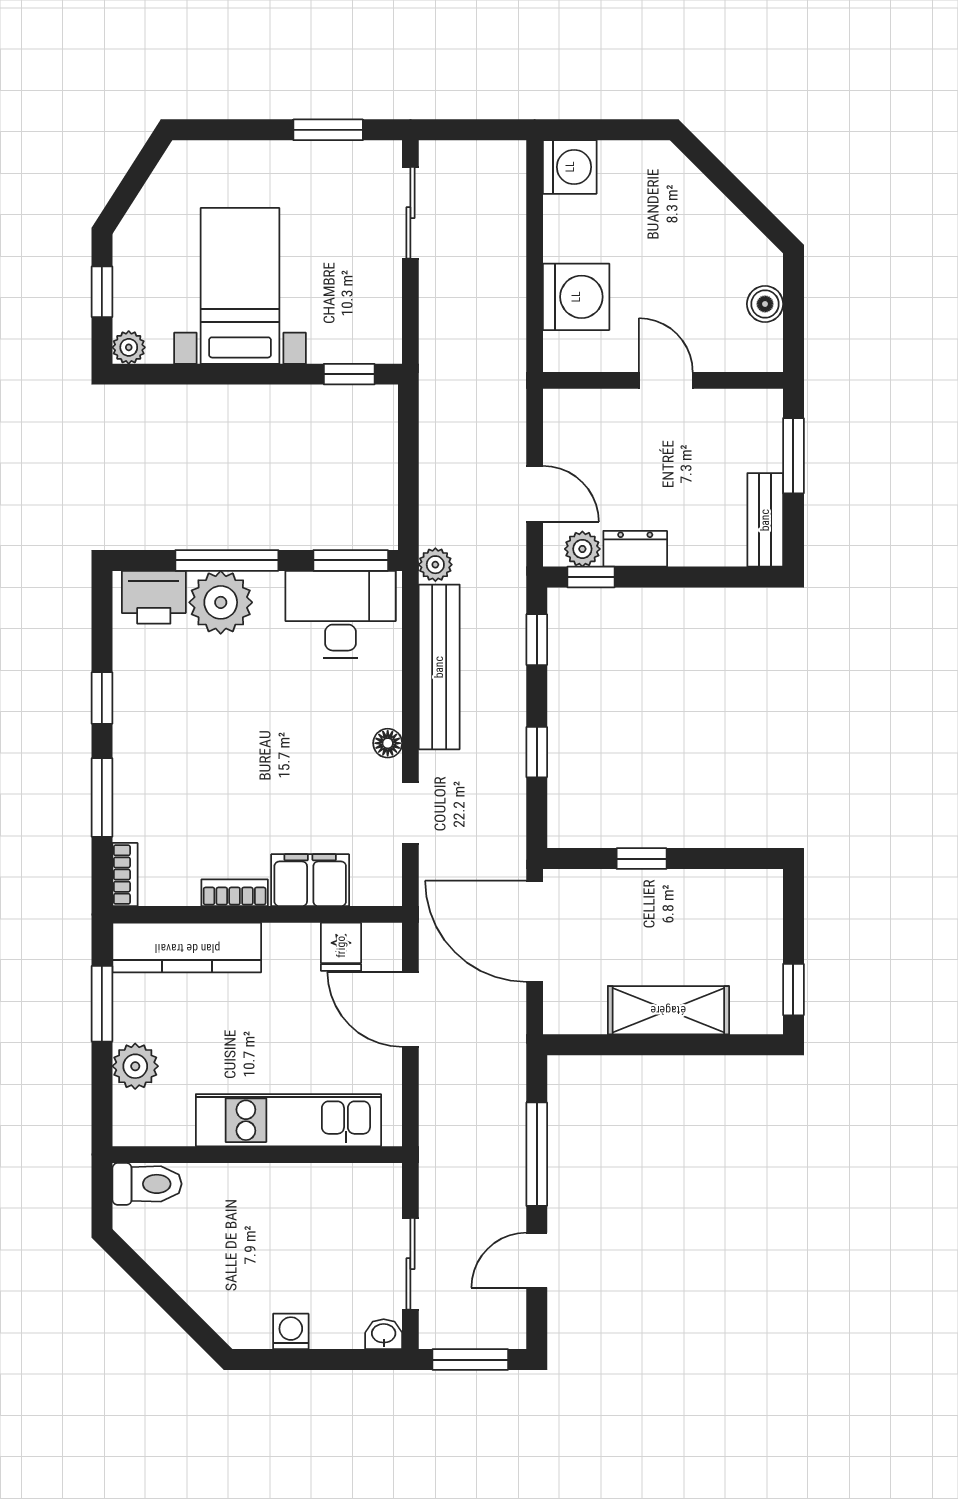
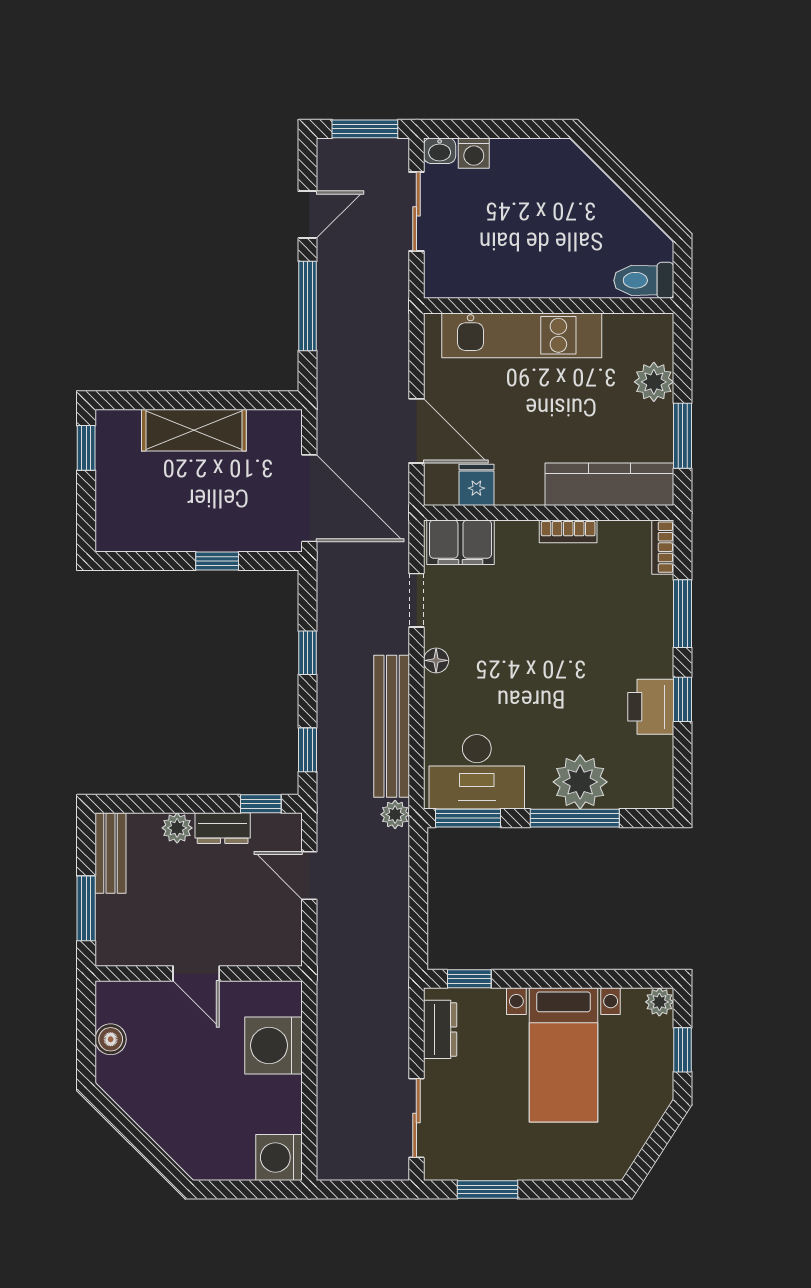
dresser: (383, 315) -> (440, 1029), added
plant: (582, 549) -> (177, 828), moved
printer: (154, 597) -> (651, 707), moved, turned -90
filing cabinet: (310, 880) -> (460, 542), moved
washing machine: (291, 1331) -> (474, 153), moved

